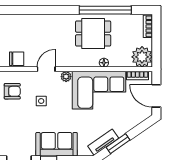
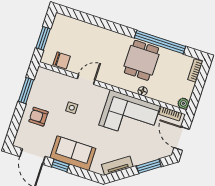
dining table: (93, 33) -> (141, 60), turned 90
plant: (142, 57) -> (183, 103), width x0.53, depth x0.53
plant: (66, 77) -> (103, 92), removed
armchair: (12, 91) -> (38, 117), moved, turned 180
window: (118, 144) -> (149, 166), moved

